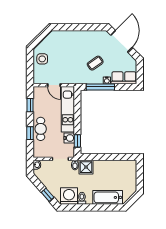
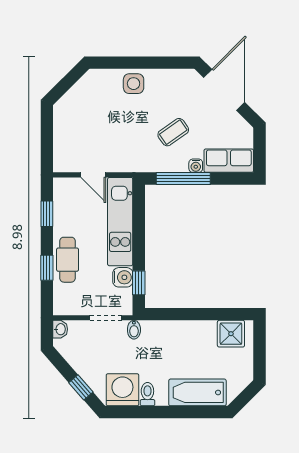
side table: (42, 59) -> (134, 84), moved
shower: (86, 167) -> (231, 334), moved

